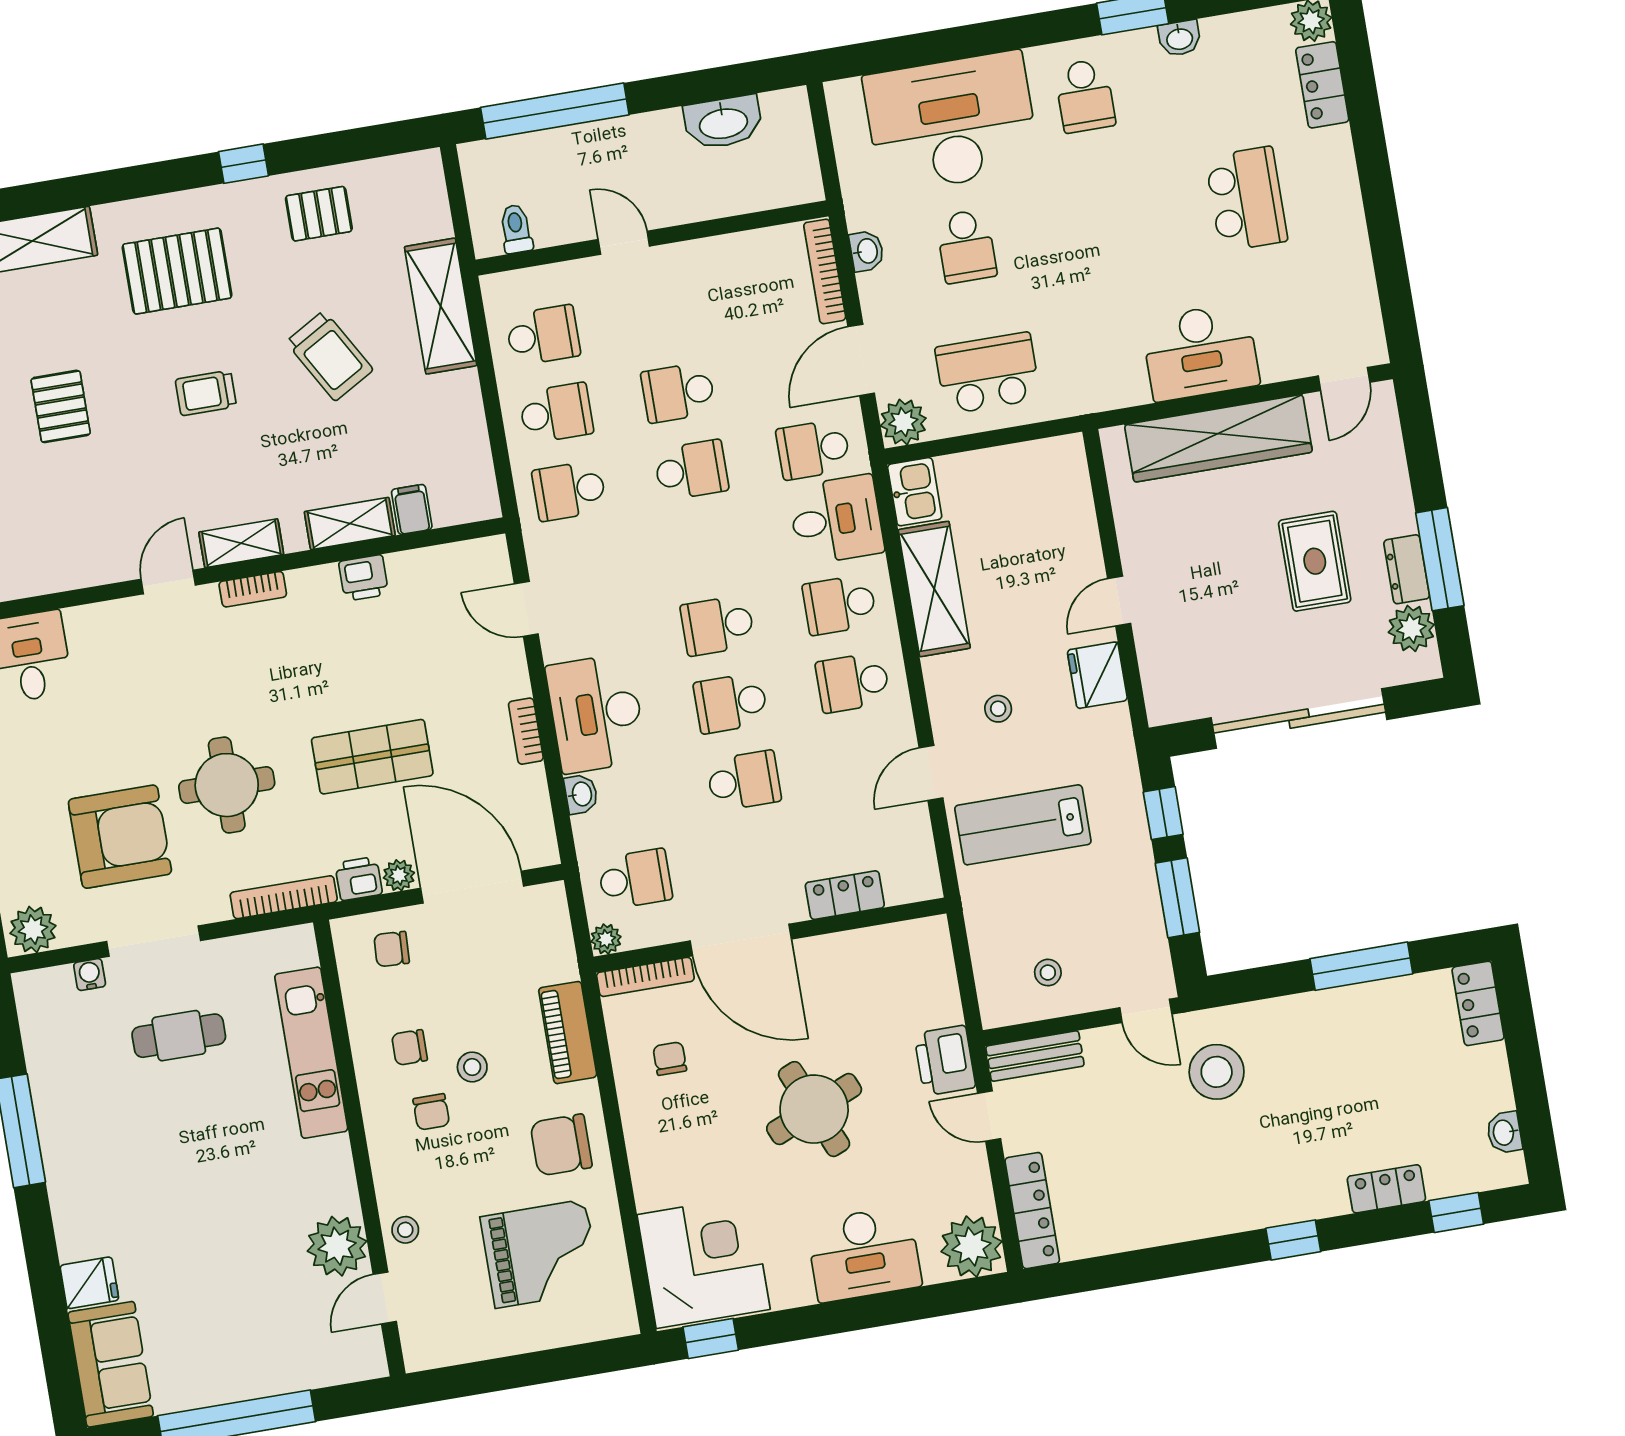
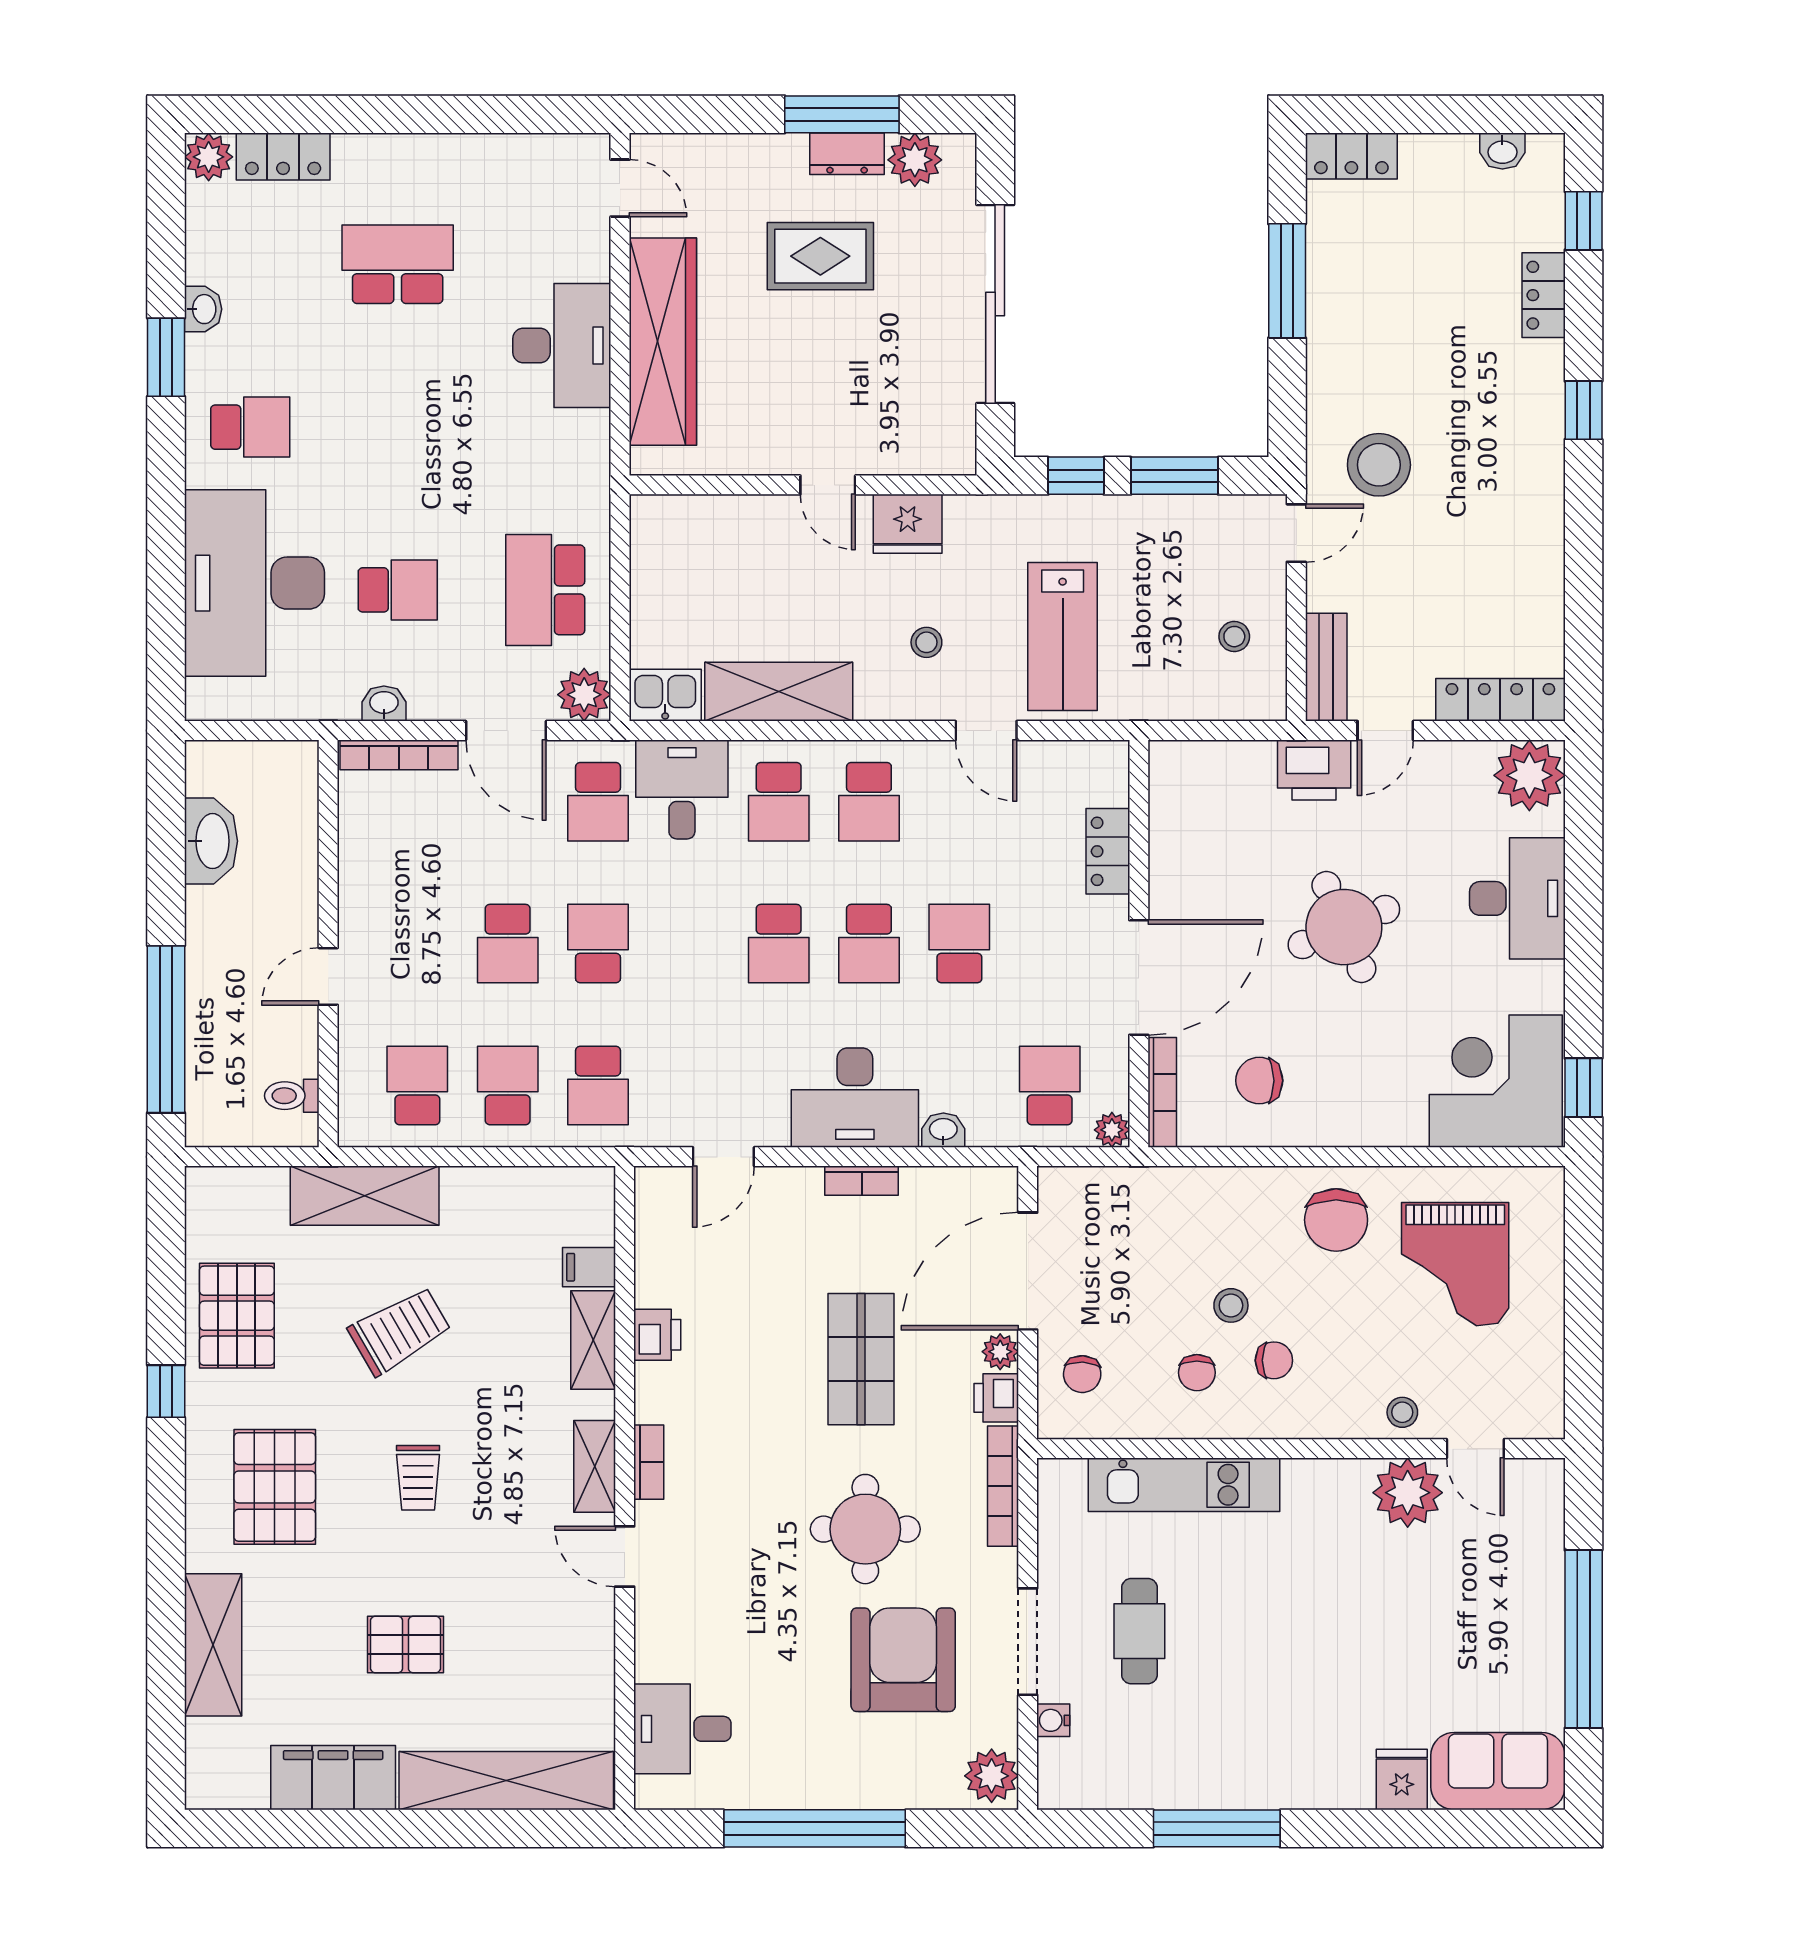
pallet: (319, 214) -> (237, 1316), width x1.50, depth x1.42
piano: (568, 1033) -> (1210, 1191), removed
chair: (670, 1059) -> (1259, 1081), width x1.37, depth x1.37
grand piano: (540, 1254) -> (1455, 1264), turned 180

